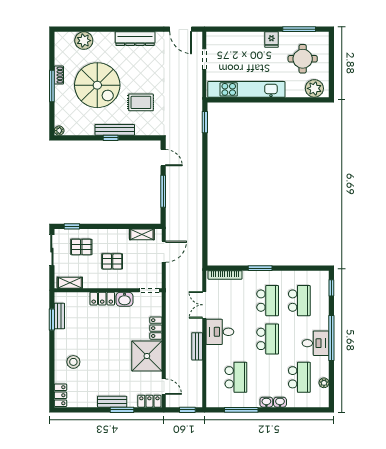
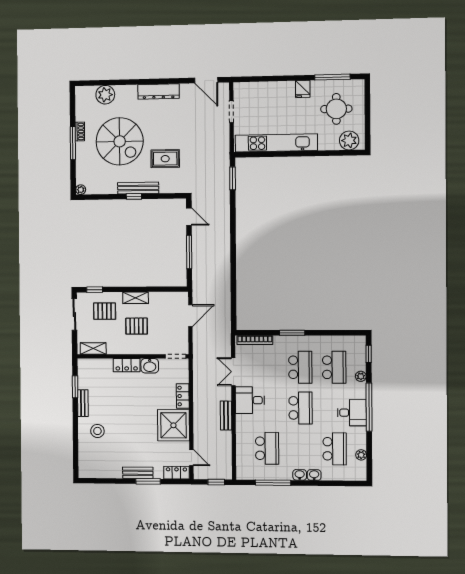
shelving: (142, 234) -> (136, 298), moved
plant: (324, 309) -> (361, 376), added
bench: (59, 316) -> (83, 403), moved
locker: (61, 395) -> (85, 466), removed

